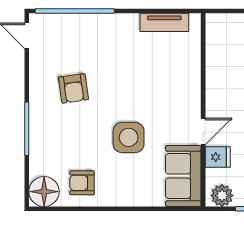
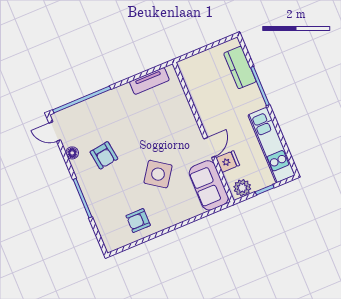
side table: (129, 137) -> (158, 174), turned 35
floor lamp: (44, 192) -> (72, 153), moved, width x0.53, depth x0.53

